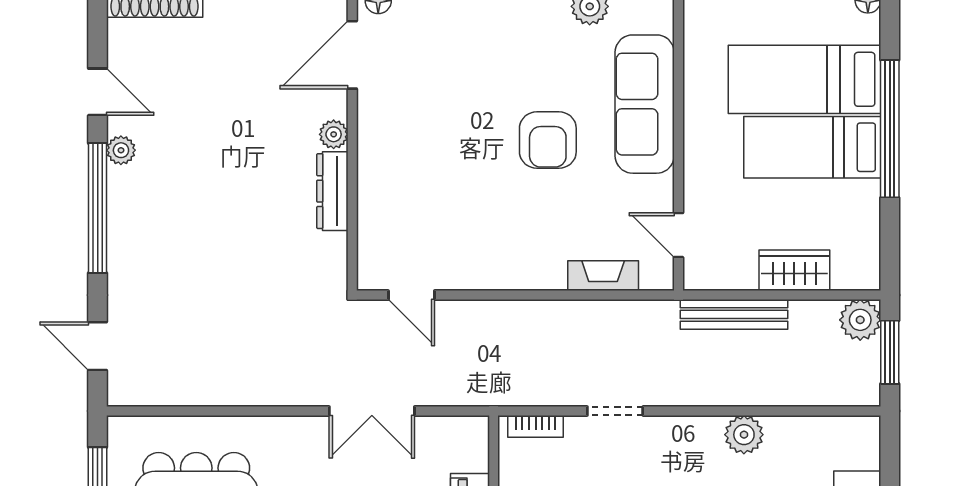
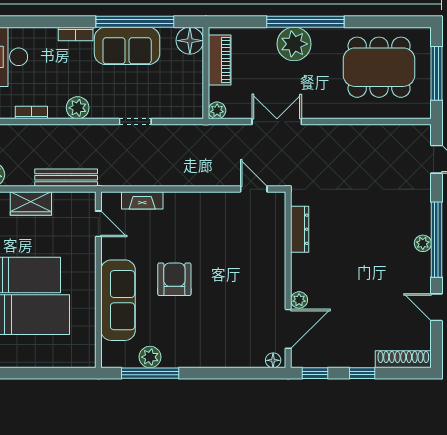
plant: (334, 134) -> (299, 300), moved
plant: (121, 150) -> (423, 243), moved
dresser: (332, 191) -> (300, 229), moved
bookcase: (536, 426) -> (31, 113), moved
plant: (475, 430) -> (217, 110), added
plant: (744, 435) -> (78, 108), moved

